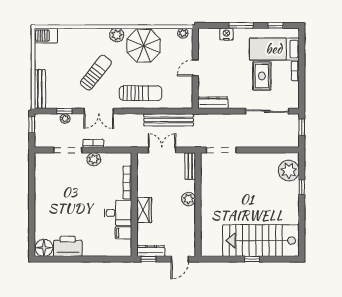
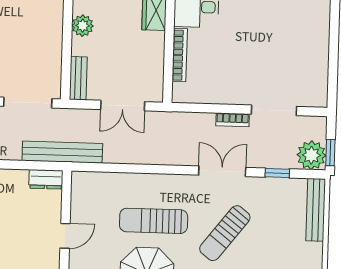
sun lounger: (141, 93) -> (154, 221), moved
dresser: (213, 103) -> (46, 179), width x0.70
plant: (65, 119) -> (311, 155), moved, width x1.87, depth x1.87
bench: (169, 120) -> (62, 152), moved
plant: (94, 159) -> (233, 94), removed

